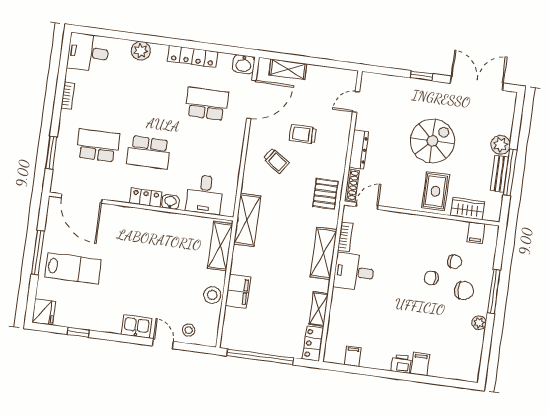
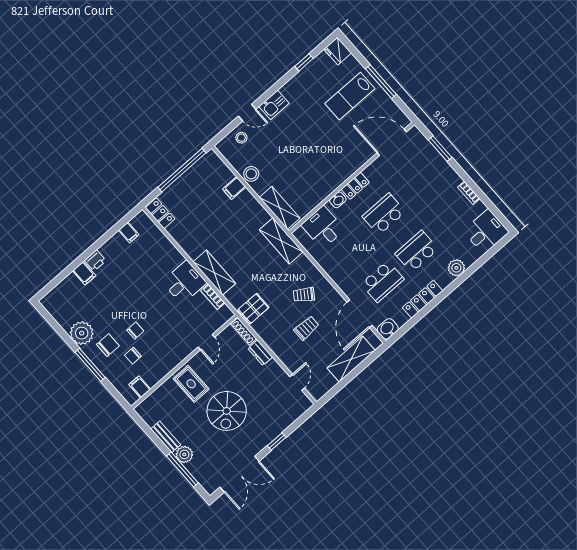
shelving: (288, 69) -> (351, 359), width x1.50, depth x1.33
school desk: (98, 145) -> (417, 251), moved, turned 180
dresser: (359, 150) -> (260, 353), width x0.70
window: (510, 172) -> (182, 470), moved
pallet: (325, 194) -> (253, 309), turned 90
door: (367, 206) -> (206, 342), moved
wardrobe: (468, 209) -> (161, 395), removed
filing cabinet: (238, 291) -> (234, 188), width x0.50
chair: (464, 291) -> (108, 345), turned 180
shelving: (319, 309) -> (180, 237), removed
plant: (479, 323) -> (82, 333), width x1.88, depth x1.88

